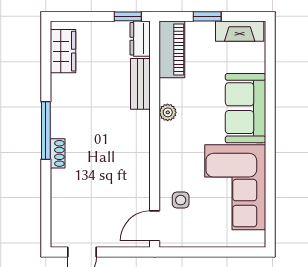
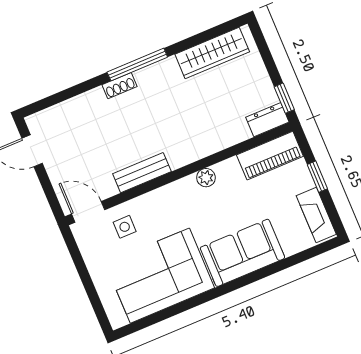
wardrobe: (63, 51) -> (212, 53), width x1.50
bench: (140, 84) -> (142, 173), moved

